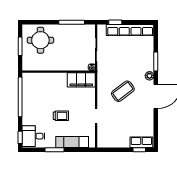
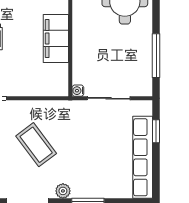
filing cabinet: (81, 80) -> (56, 39), moved

